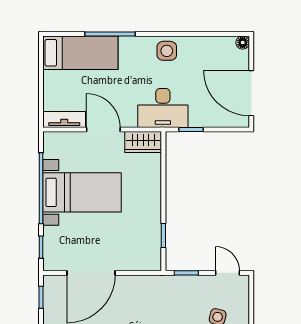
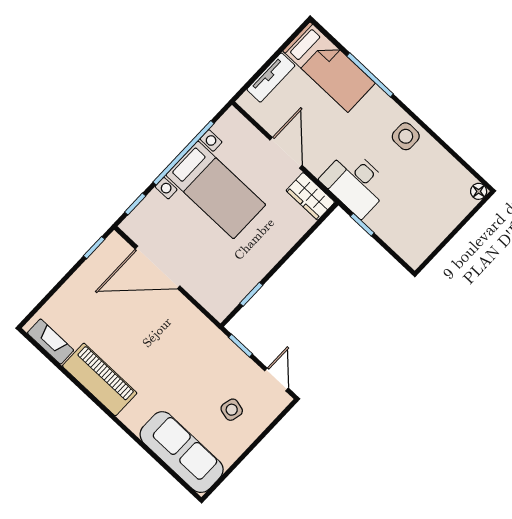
door: (251, 93) -> (445, 242), removed
tv unit: (64, 119) -> (271, 78), moved, turned 90

